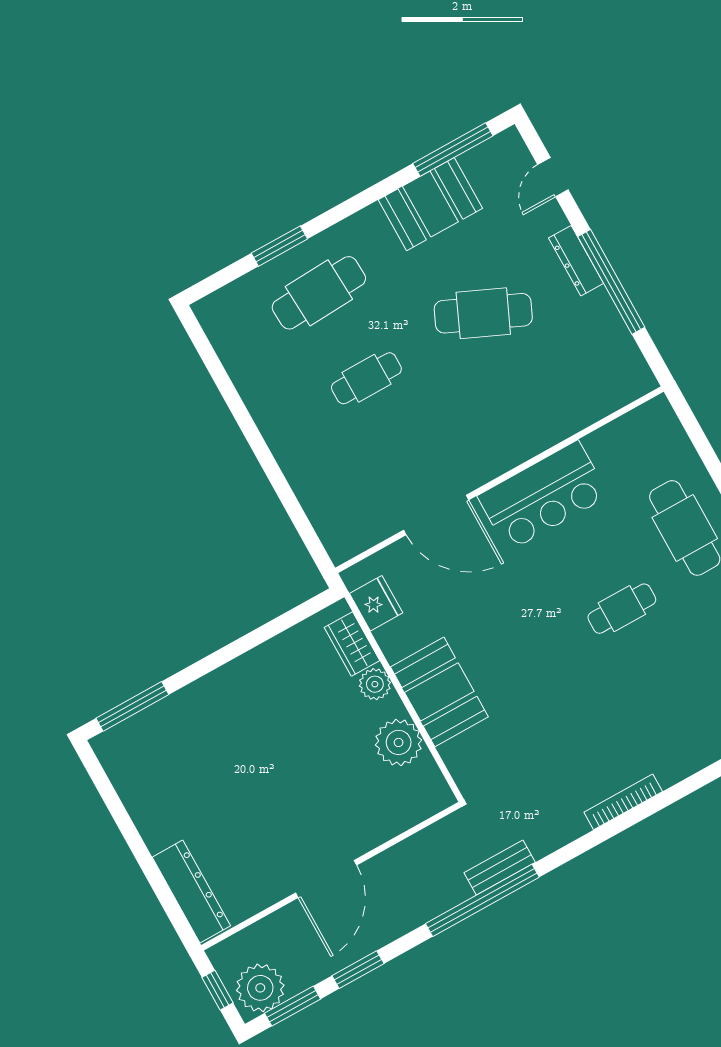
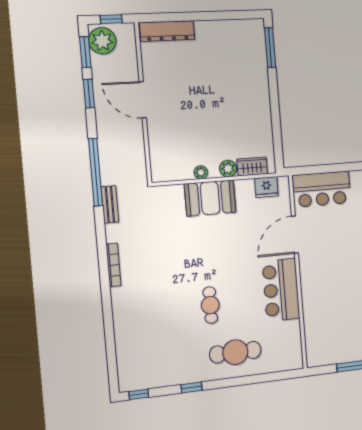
bar counter: (335, 503) -> (322, 189), added
plant: (399, 742) -> (201, 172), width x0.53, depth x0.53
bench: (500, 867) -> (110, 204), moved

